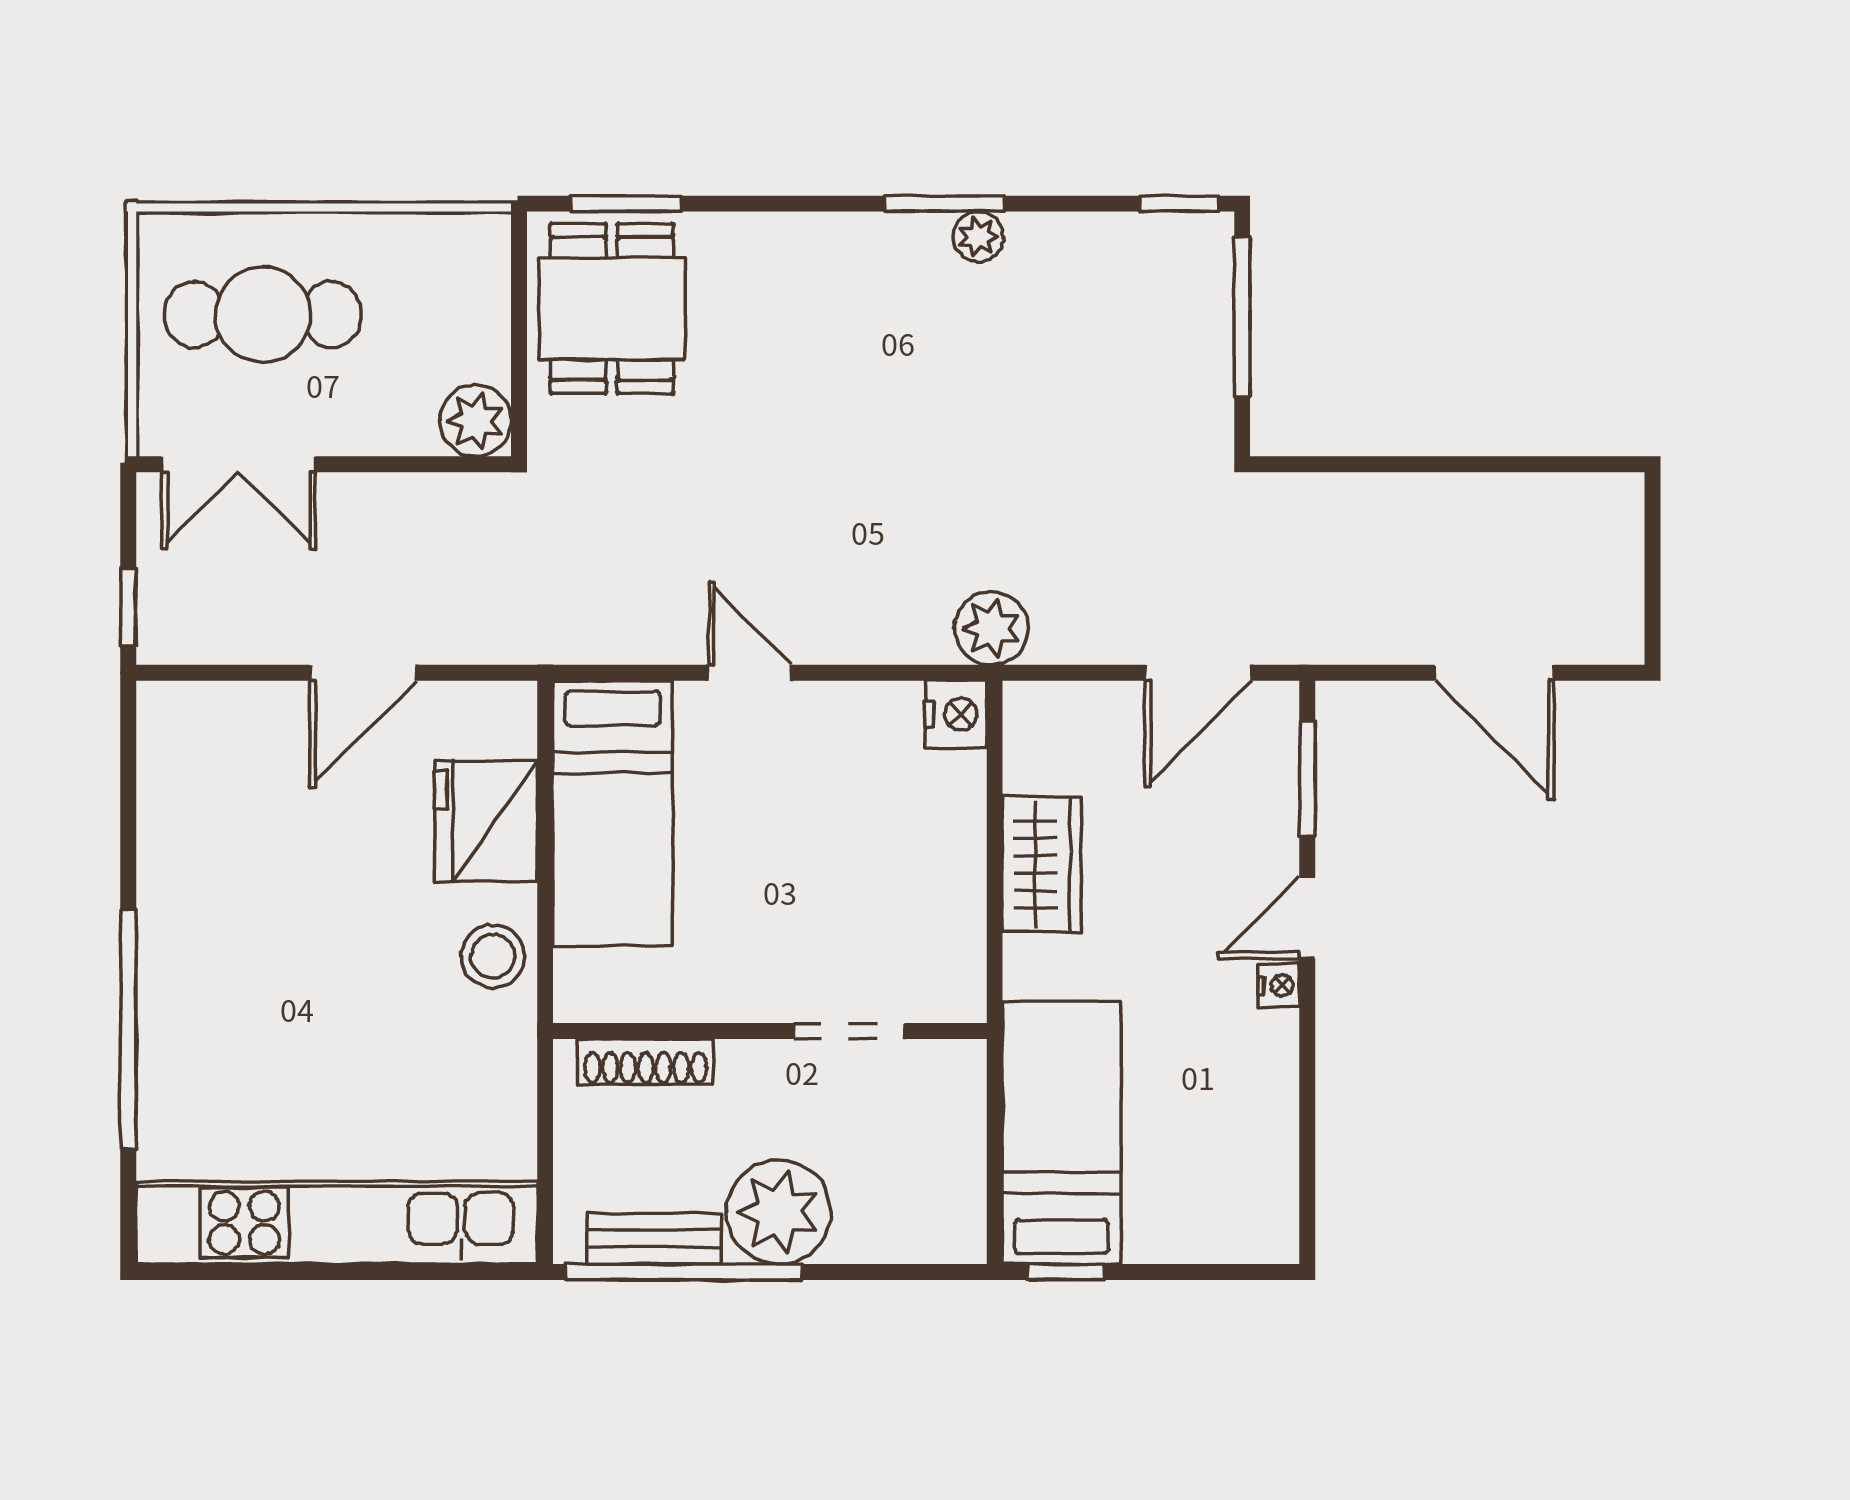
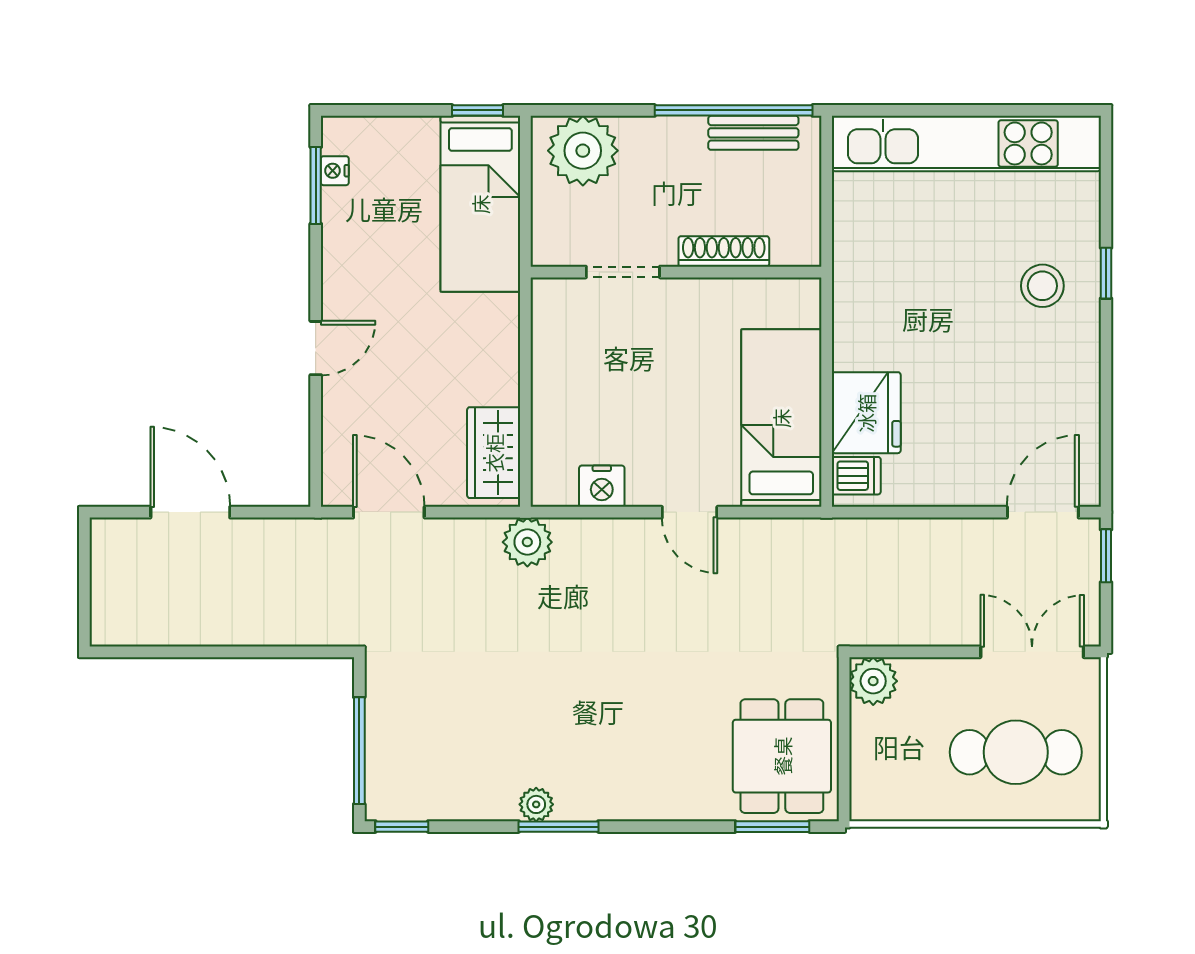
door: (363, 673) -> (1043, 512), moved
door: (1198, 673) -> (389, 512), hinge flipped
nightstand: (956, 714) -> (602, 486), moved, turned -90
dishwasher: (501, 727) -> (856, 476), added
window: (1307, 778) -> (316, 185), moved
wardrobe: (1042, 864) -> (494, 453), moved
stool: (493, 956) -> (1042, 286), moved
nightstand: (1279, 986) -> (335, 171), moved
window: (128, 1029) -> (1106, 273), width x0.32
shoe rack: (646, 1062) -> (724, 251), moved
plant: (779, 1212) -> (583, 151), moved

